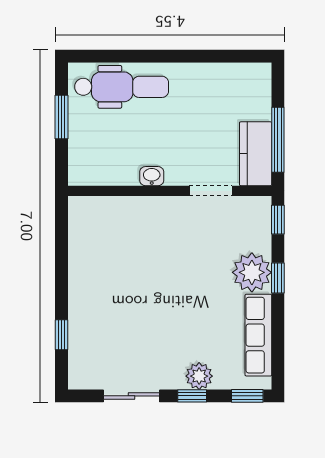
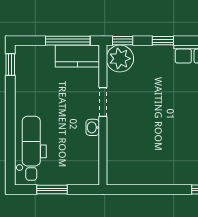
window: (243, 56) -> (10, 64), added
doorway: (211, 191) -> (103, 102), moved
plant: (252, 272) -> (120, 59), moved

